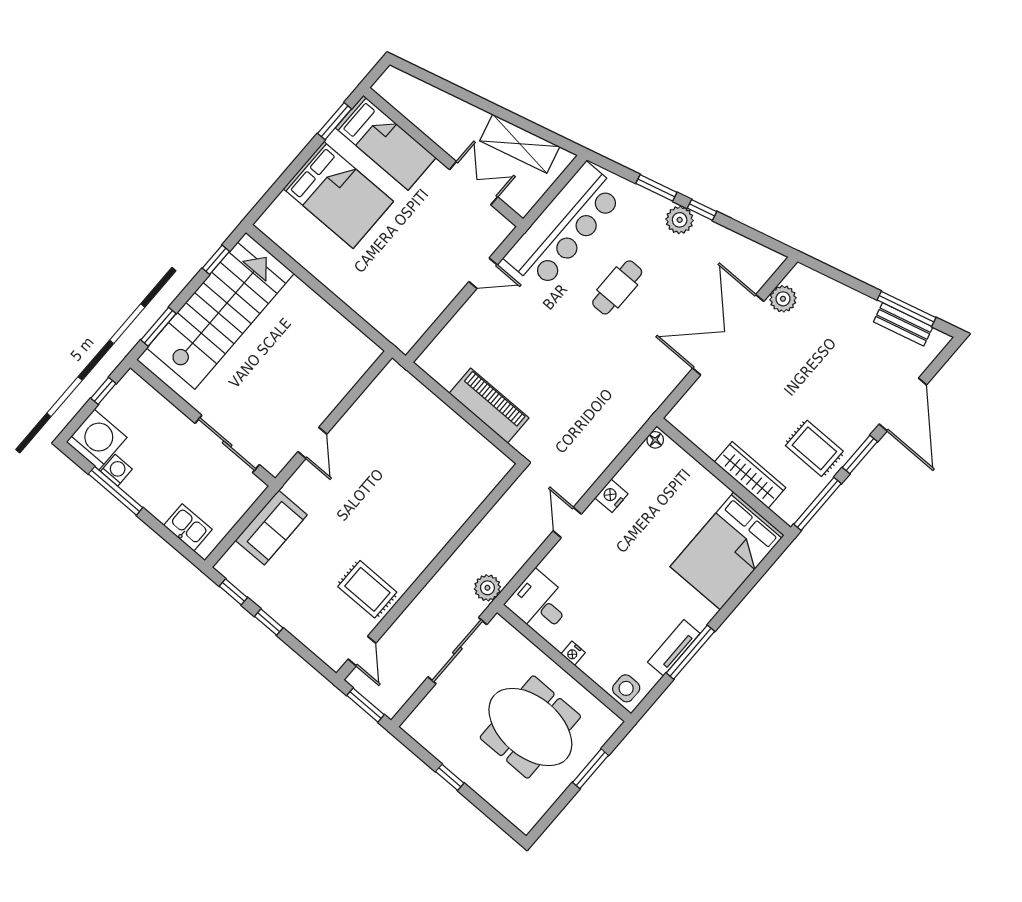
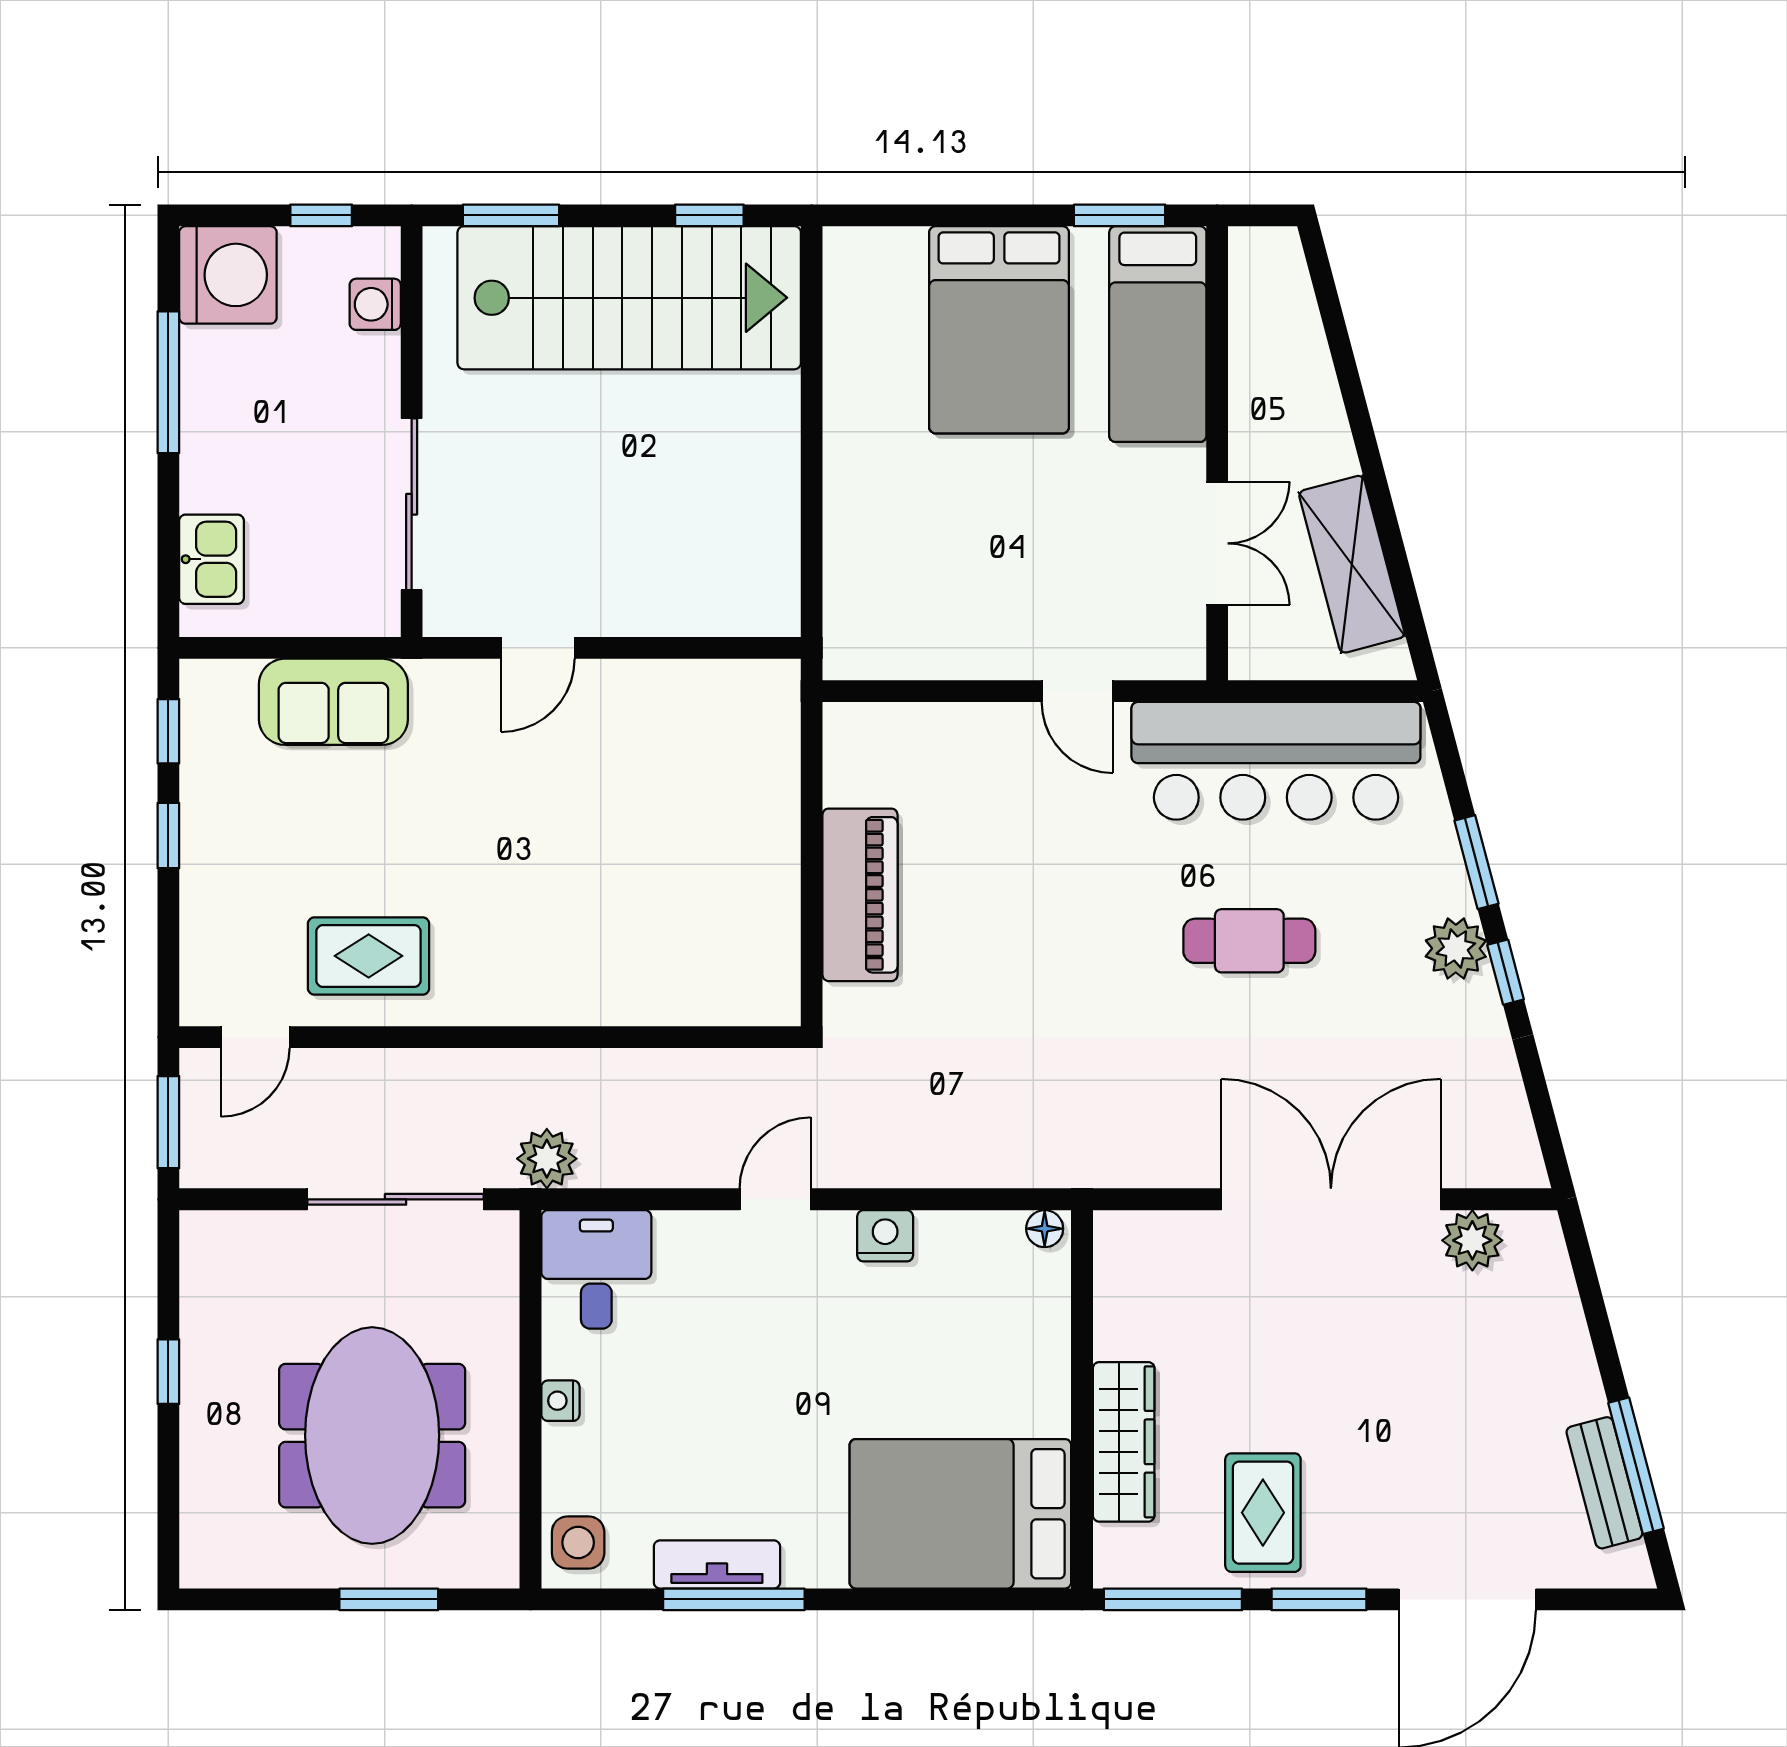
washing machine: (116, 470) -> (375, 304), moved, turned 180
rug: (367, 589) -> (369, 956), turned 90

